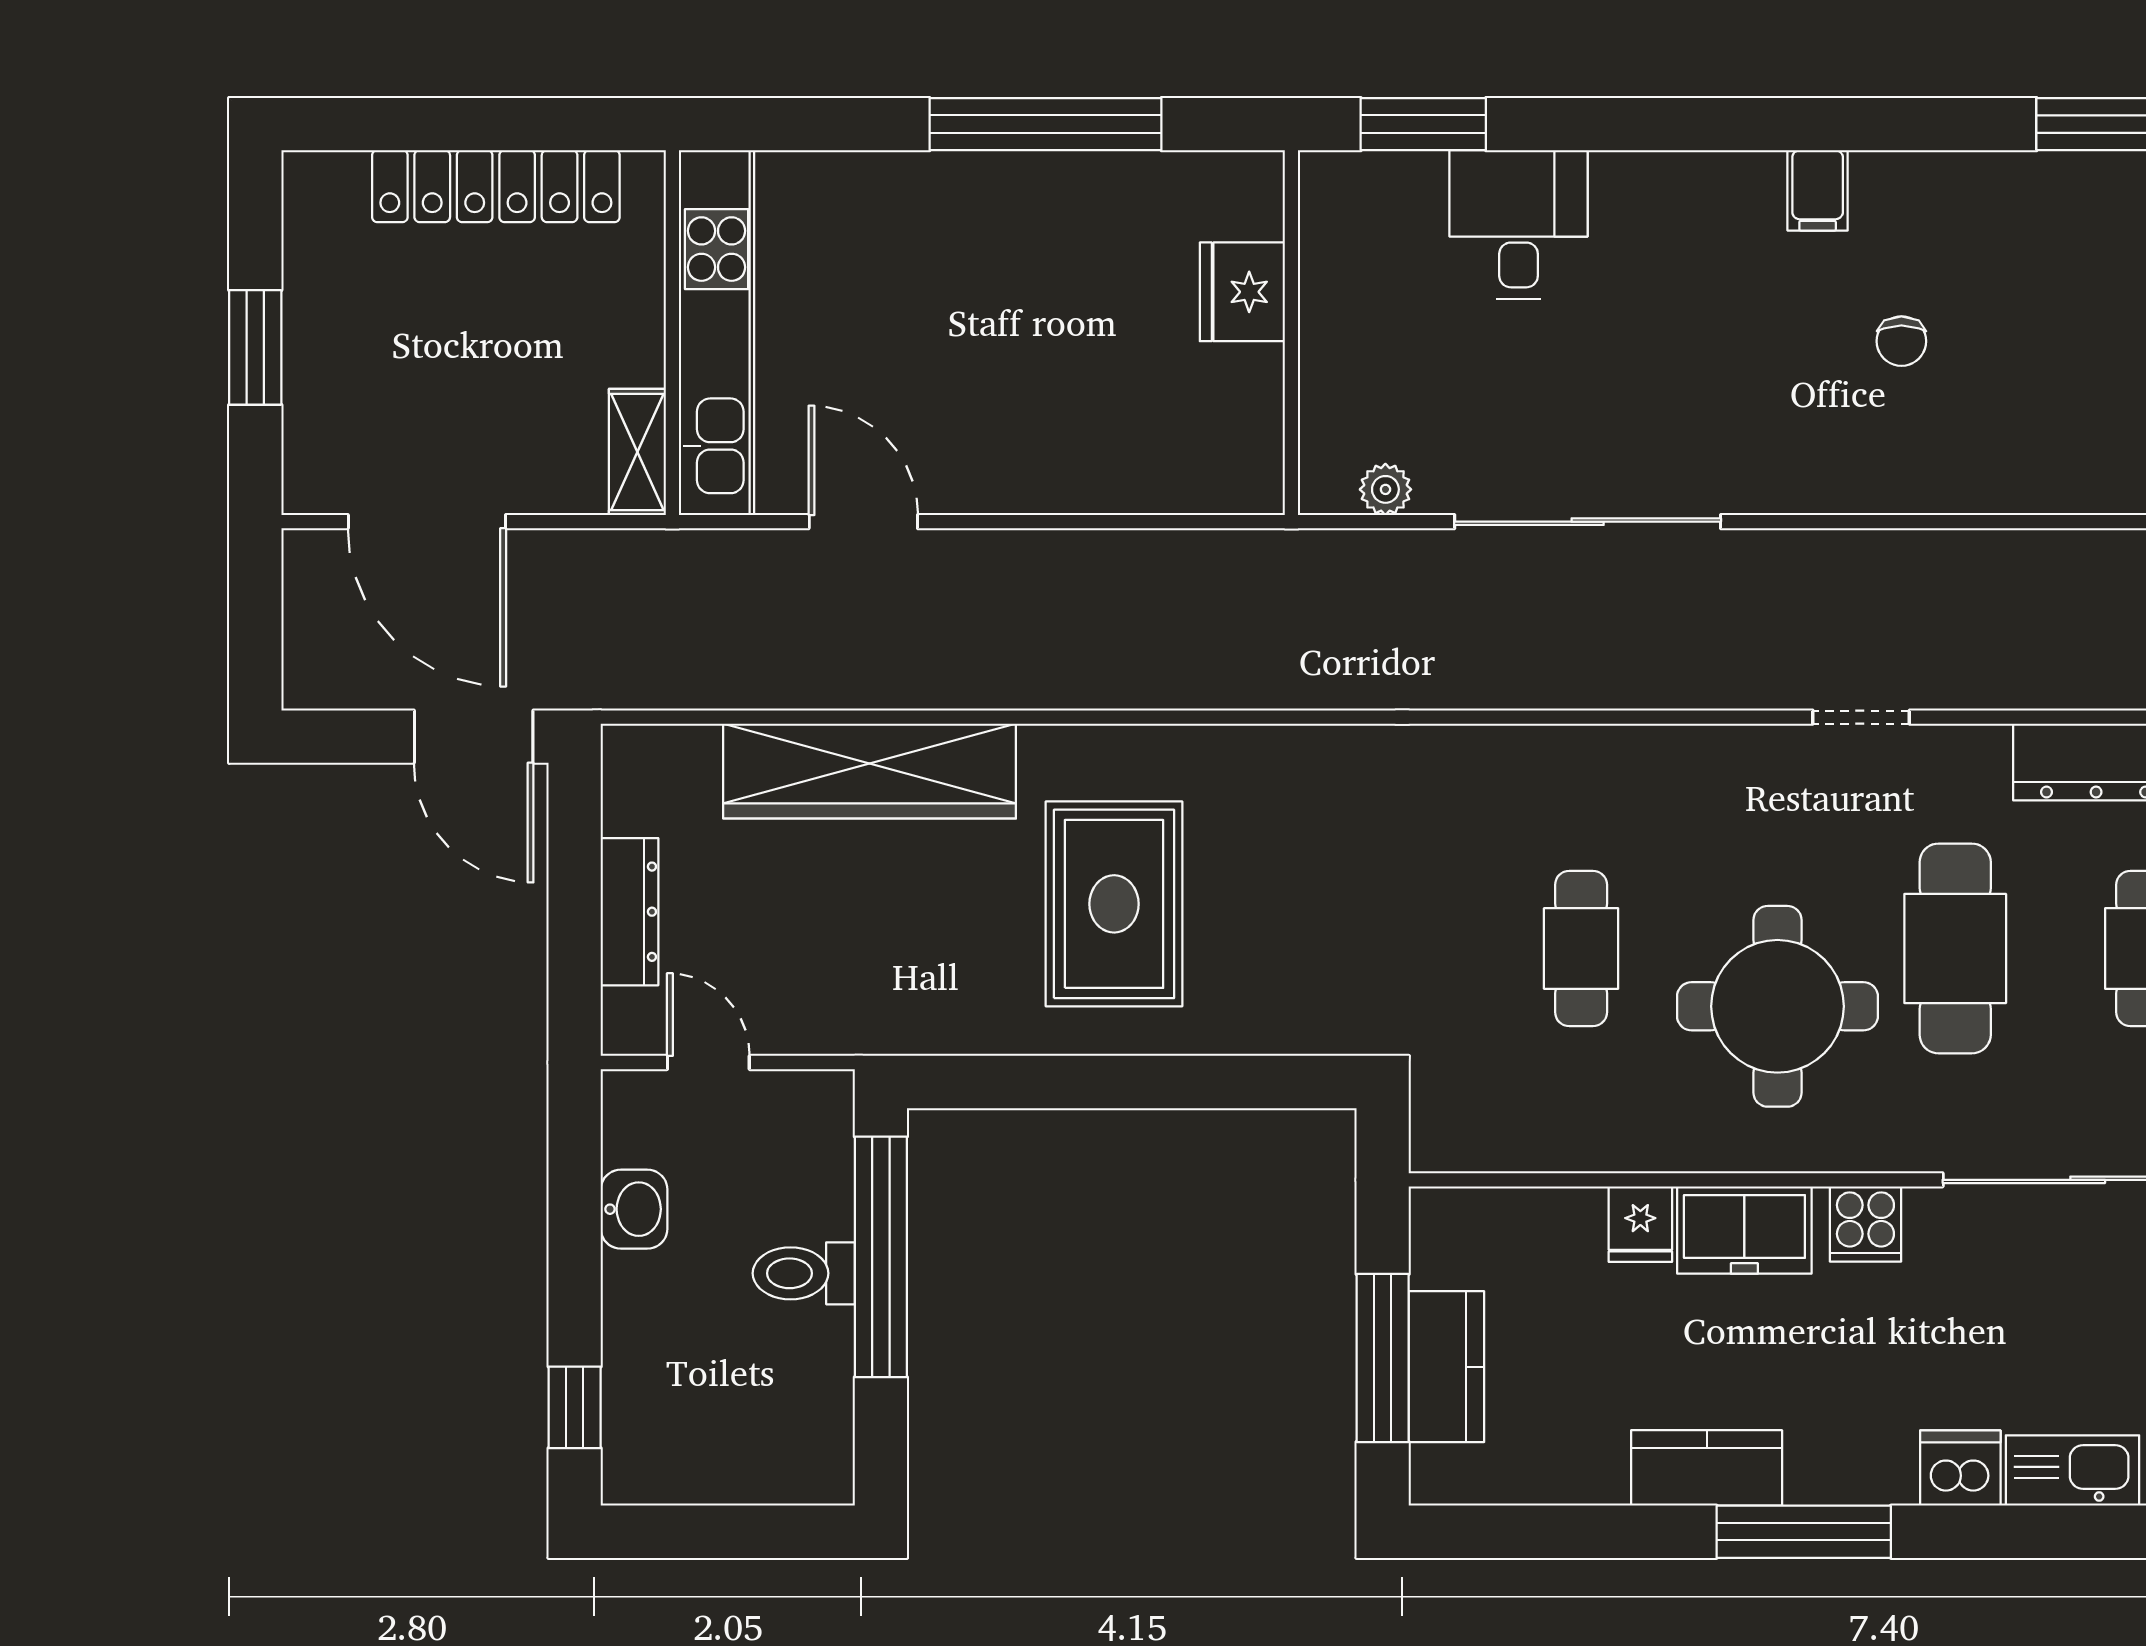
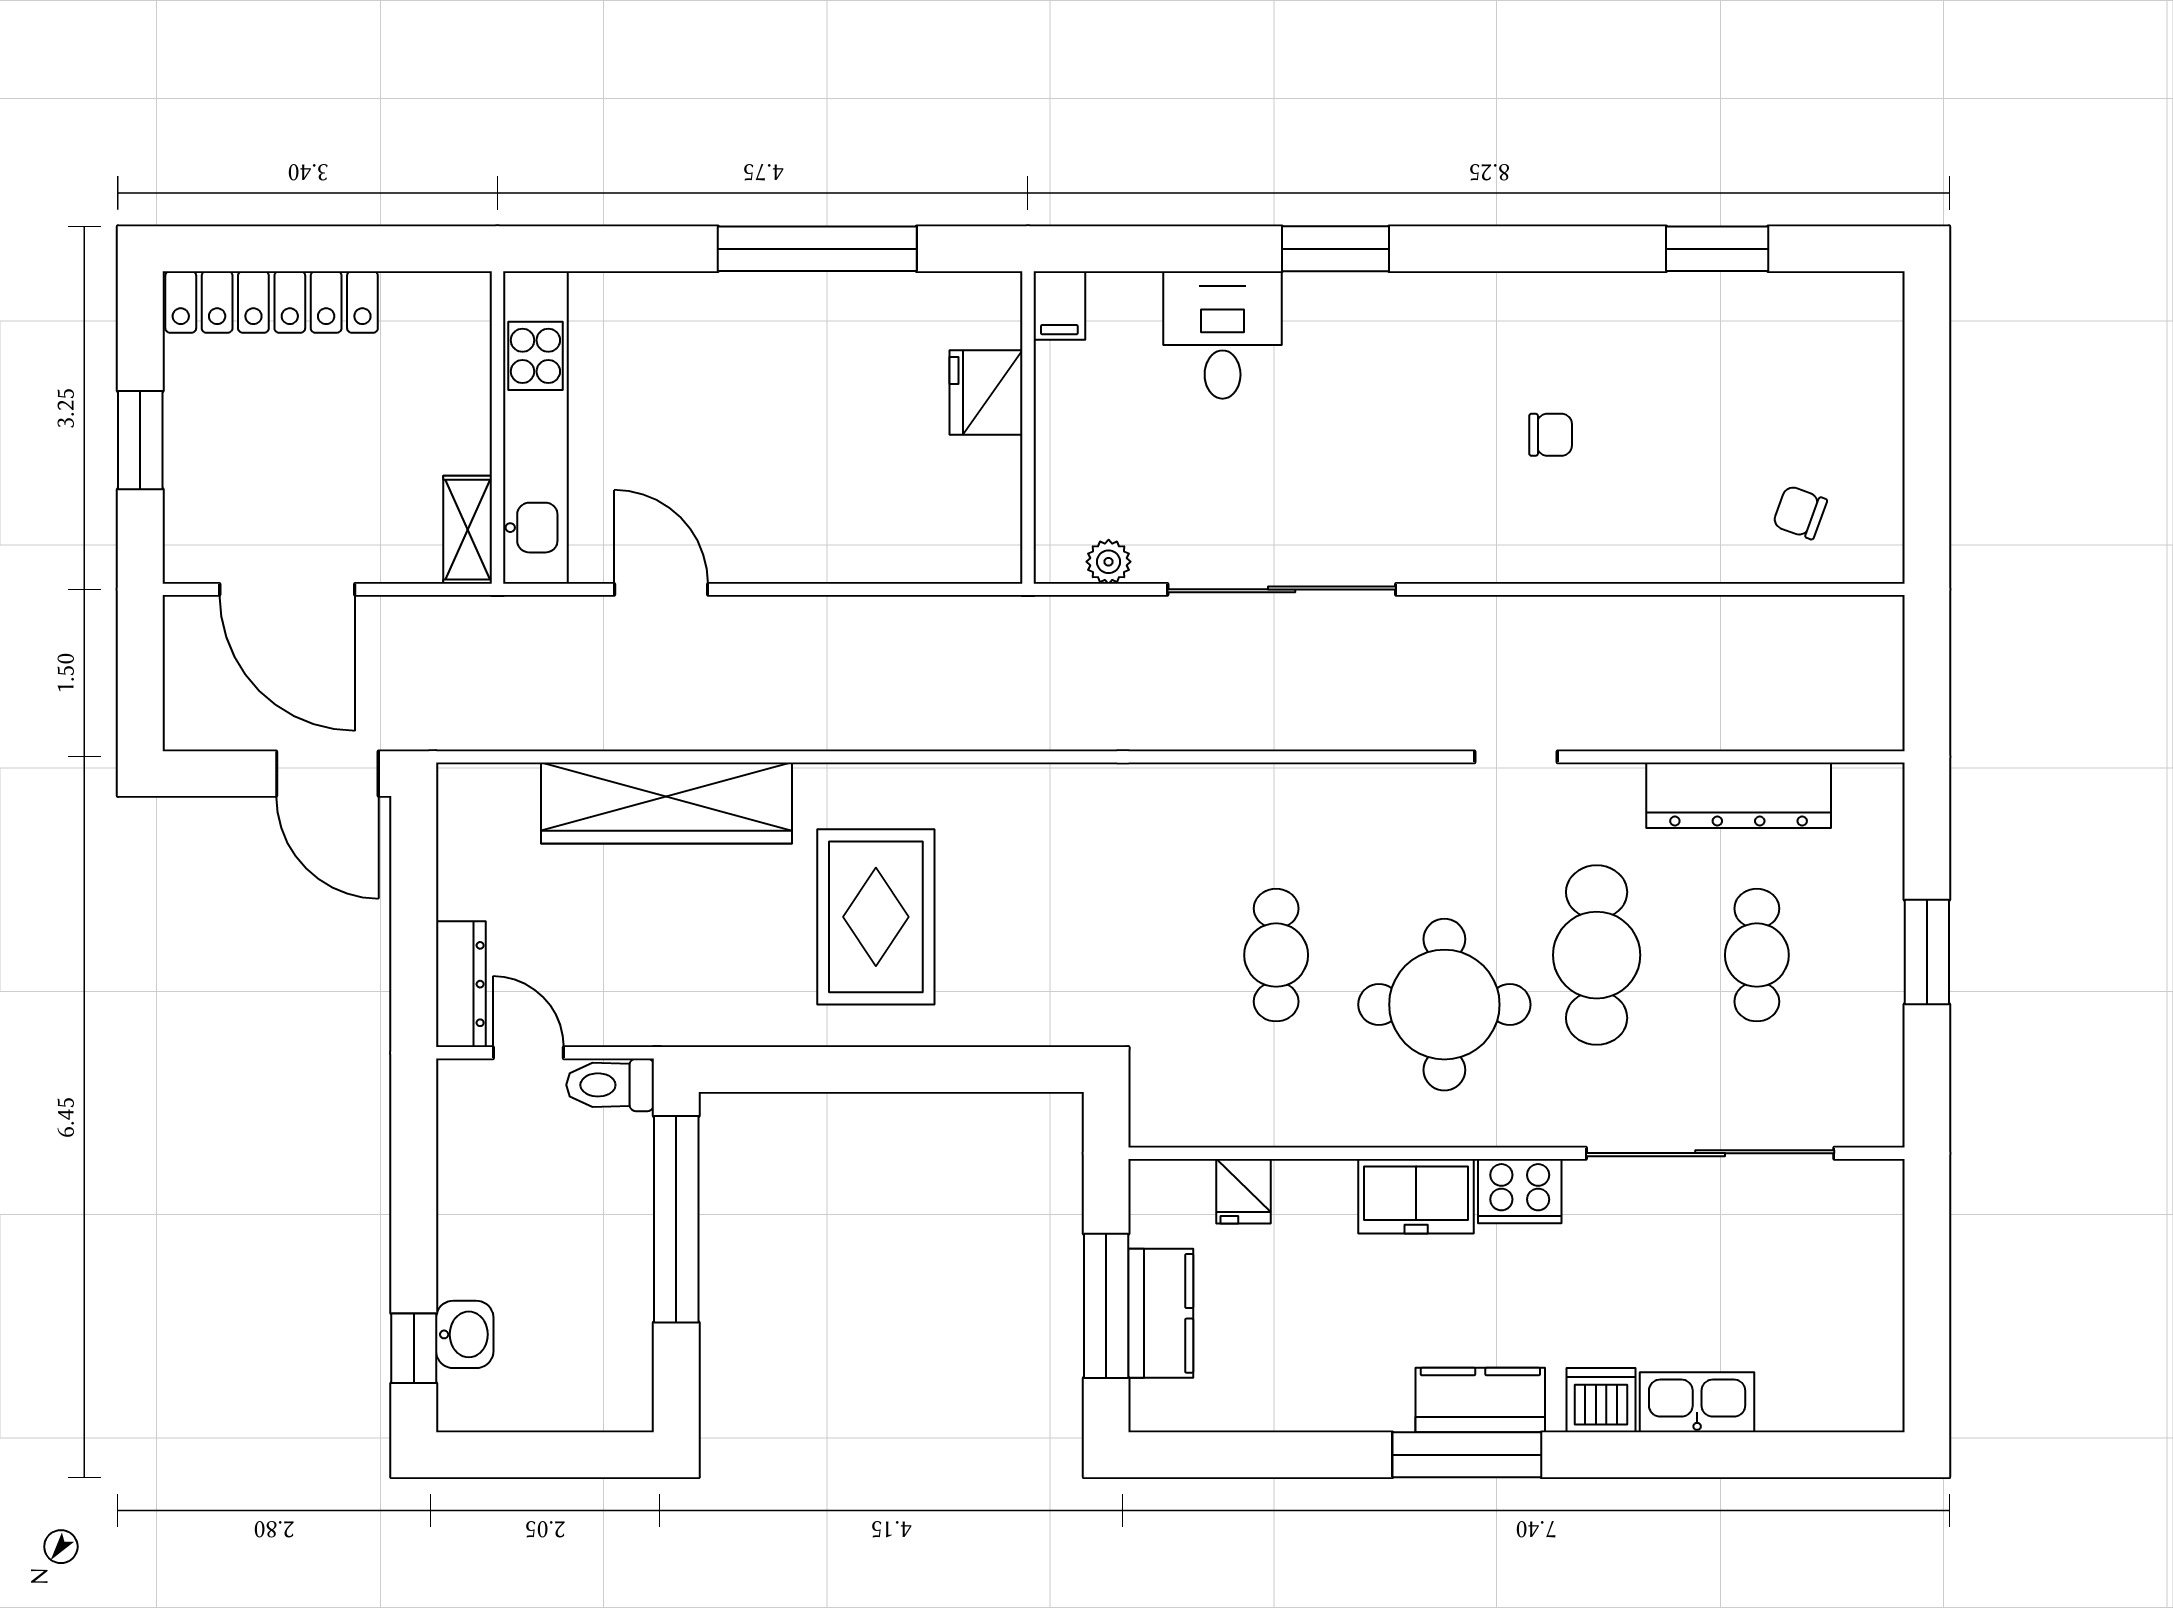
window: (1423, 124) -> (1335, 249), moved
locker: (496, 186) -> (272, 302), moved
filing cabinet: (1818, 190) -> (1059, 306), moved
chair: (1901, 341) -> (1551, 435), turned -90
dresser: (629, 912) -> (461, 984), moved
washbasin: (634, 1209) -> (465, 1334), moved
fridge: (1640, 1224) -> (1243, 1191), moved
cooker: (1865, 1224) -> (1520, 1191), width x1.36
toilet: (804, 1273) -> (610, 1085), moved
kitchen counter: (1707, 1468) -> (1480, 1400), moved

